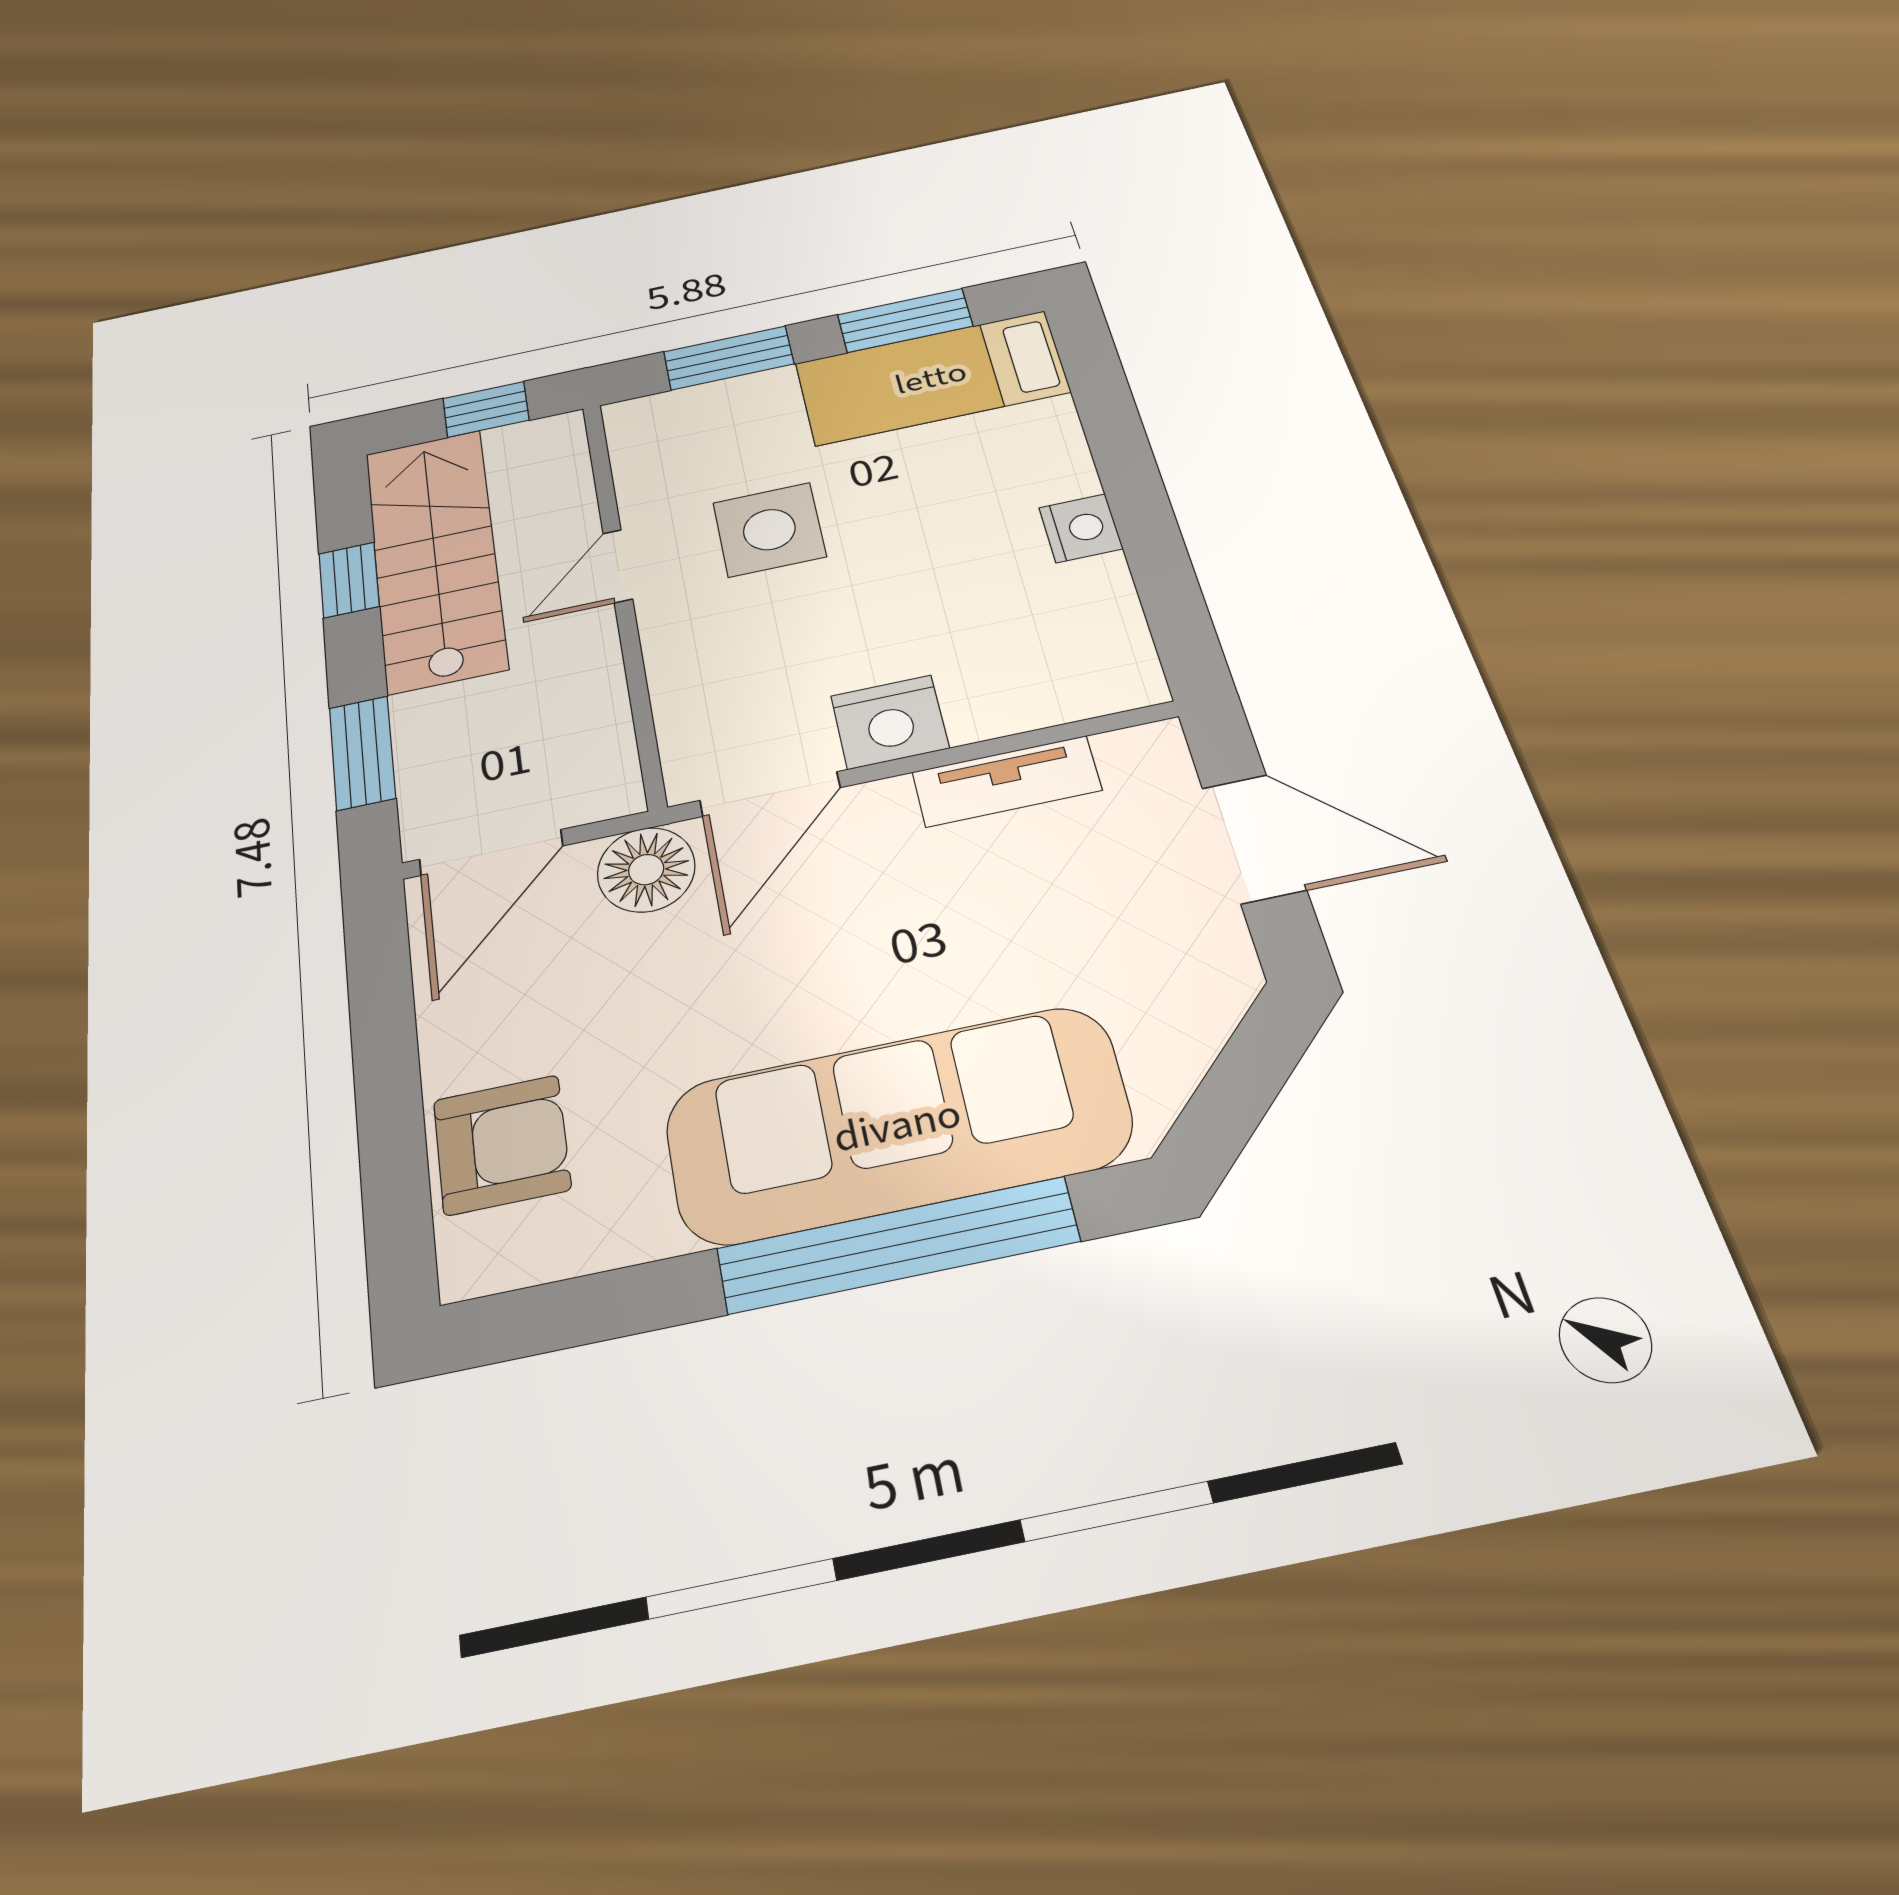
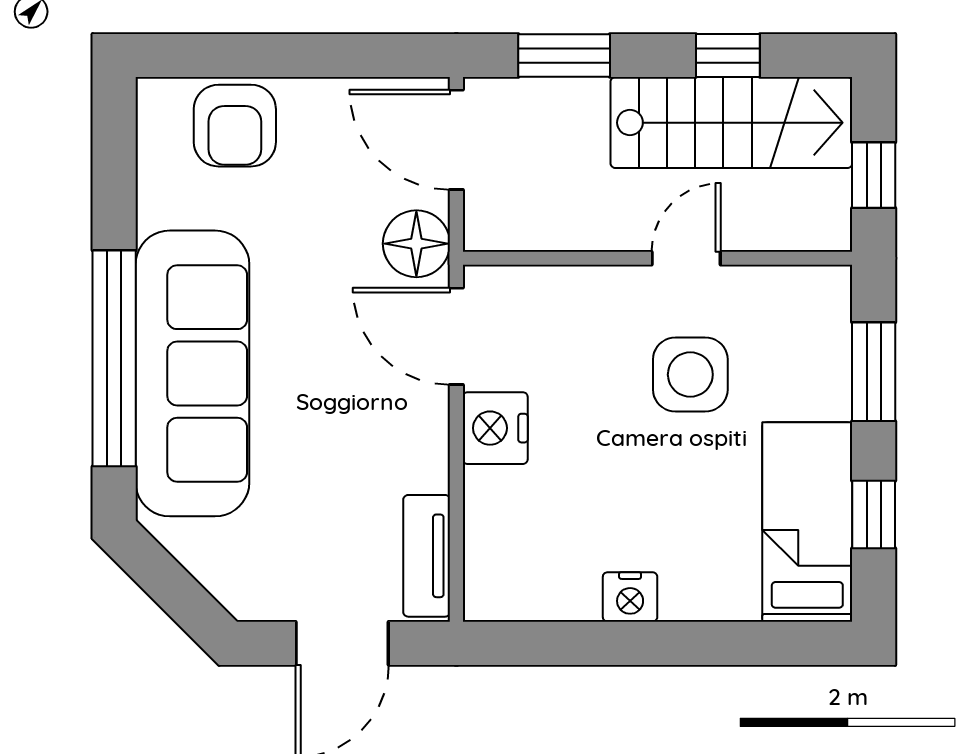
window: (905, 320) -> (874, 514), width x0.67
door: (618, 566) -> (686, 258), hinge flipped
tv unit: (1007, 781) -> (427, 556), moved

